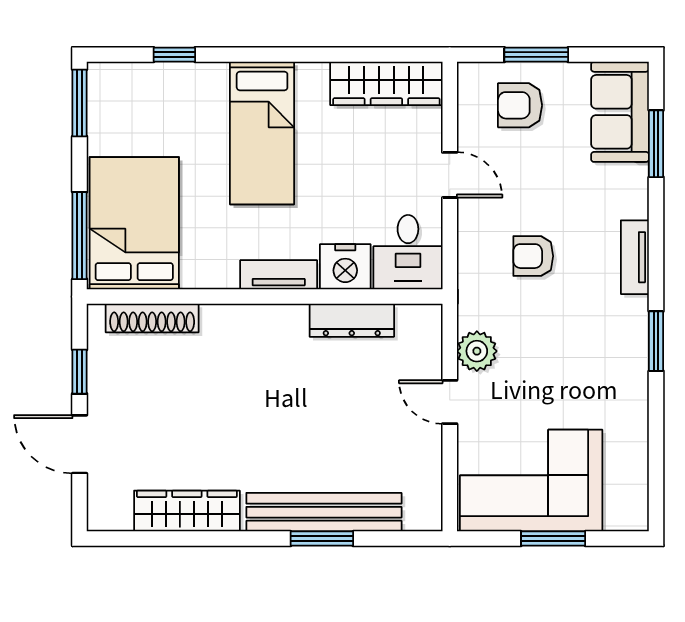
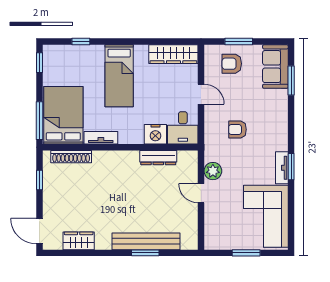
window: (80, 103) -> (39, 63), width x0.67
tv unit: (635, 257) -> (282, 168), moved
tv unit: (279, 275) -> (101, 138), moved
door: (80, 444) -> (39, 231), moved
corner sofa: (531, 481) -> (266, 216), moved, turned -90
wardrobe: (187, 511) -> (79, 241), width x0.67

